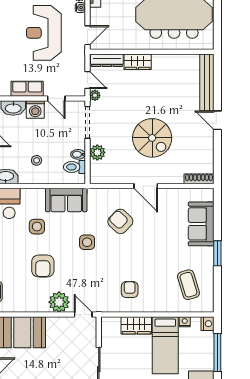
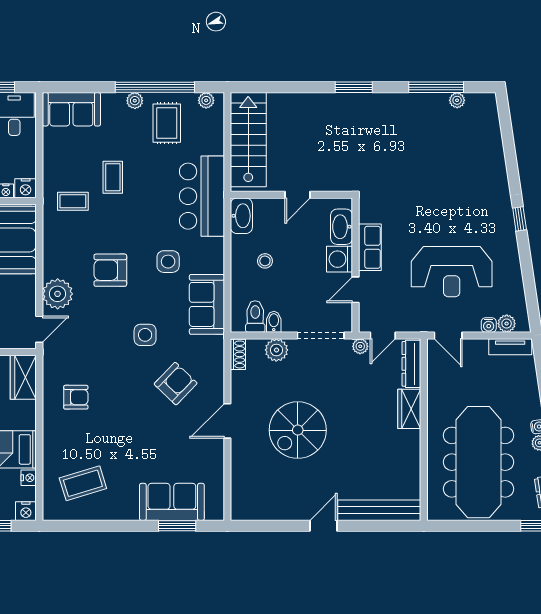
reception desk: (44, 33) -> (452, 272), turned 180
shoe rack: (199, 179) -> (238, 354), moved, width x0.70
window: (217, 253) -> (177, 526), moved
wardrobe: (136, 325) -> (23, 377), moved

